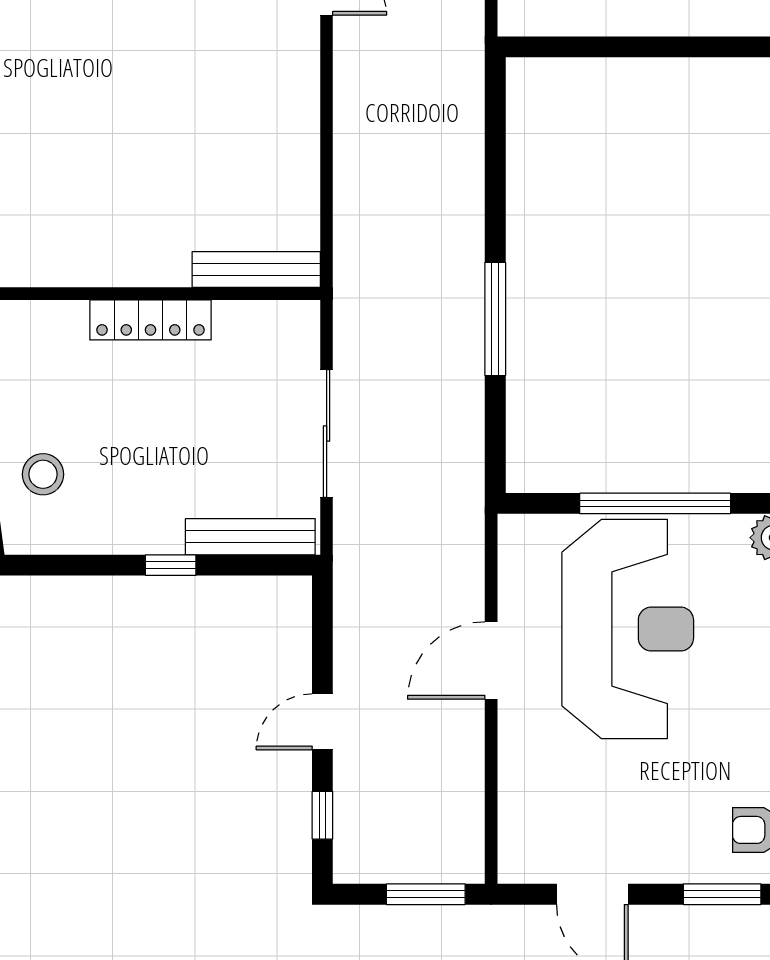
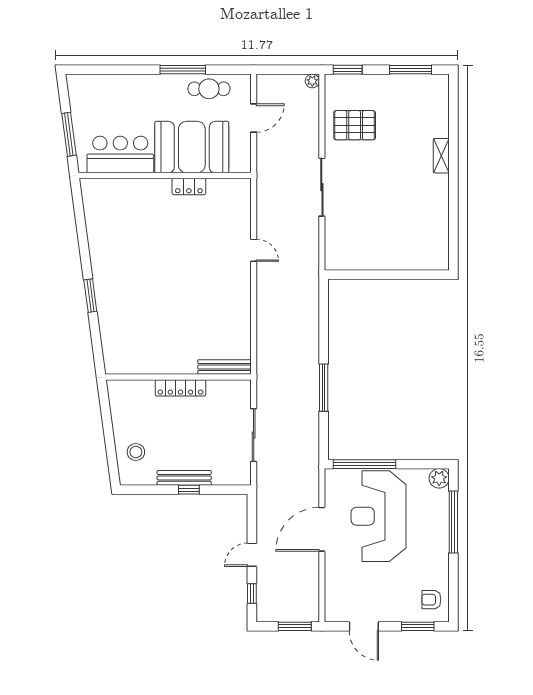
window: (655, 503) -> (365, 464), moved
bench: (250, 537) -> (184, 478), moved
reception desk: (628, 629) -> (379, 516), turned 180
door: (491, 660) -> (322, 529), width x1.36

